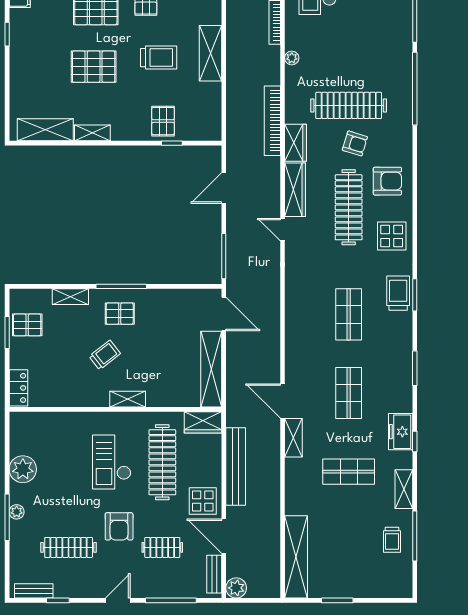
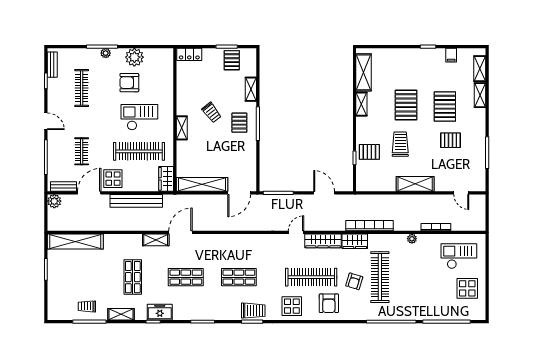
trolley: (159, 58) -> (400, 144), moved, turned 180
armchair: (119, 526) -> (129, 83), moved

